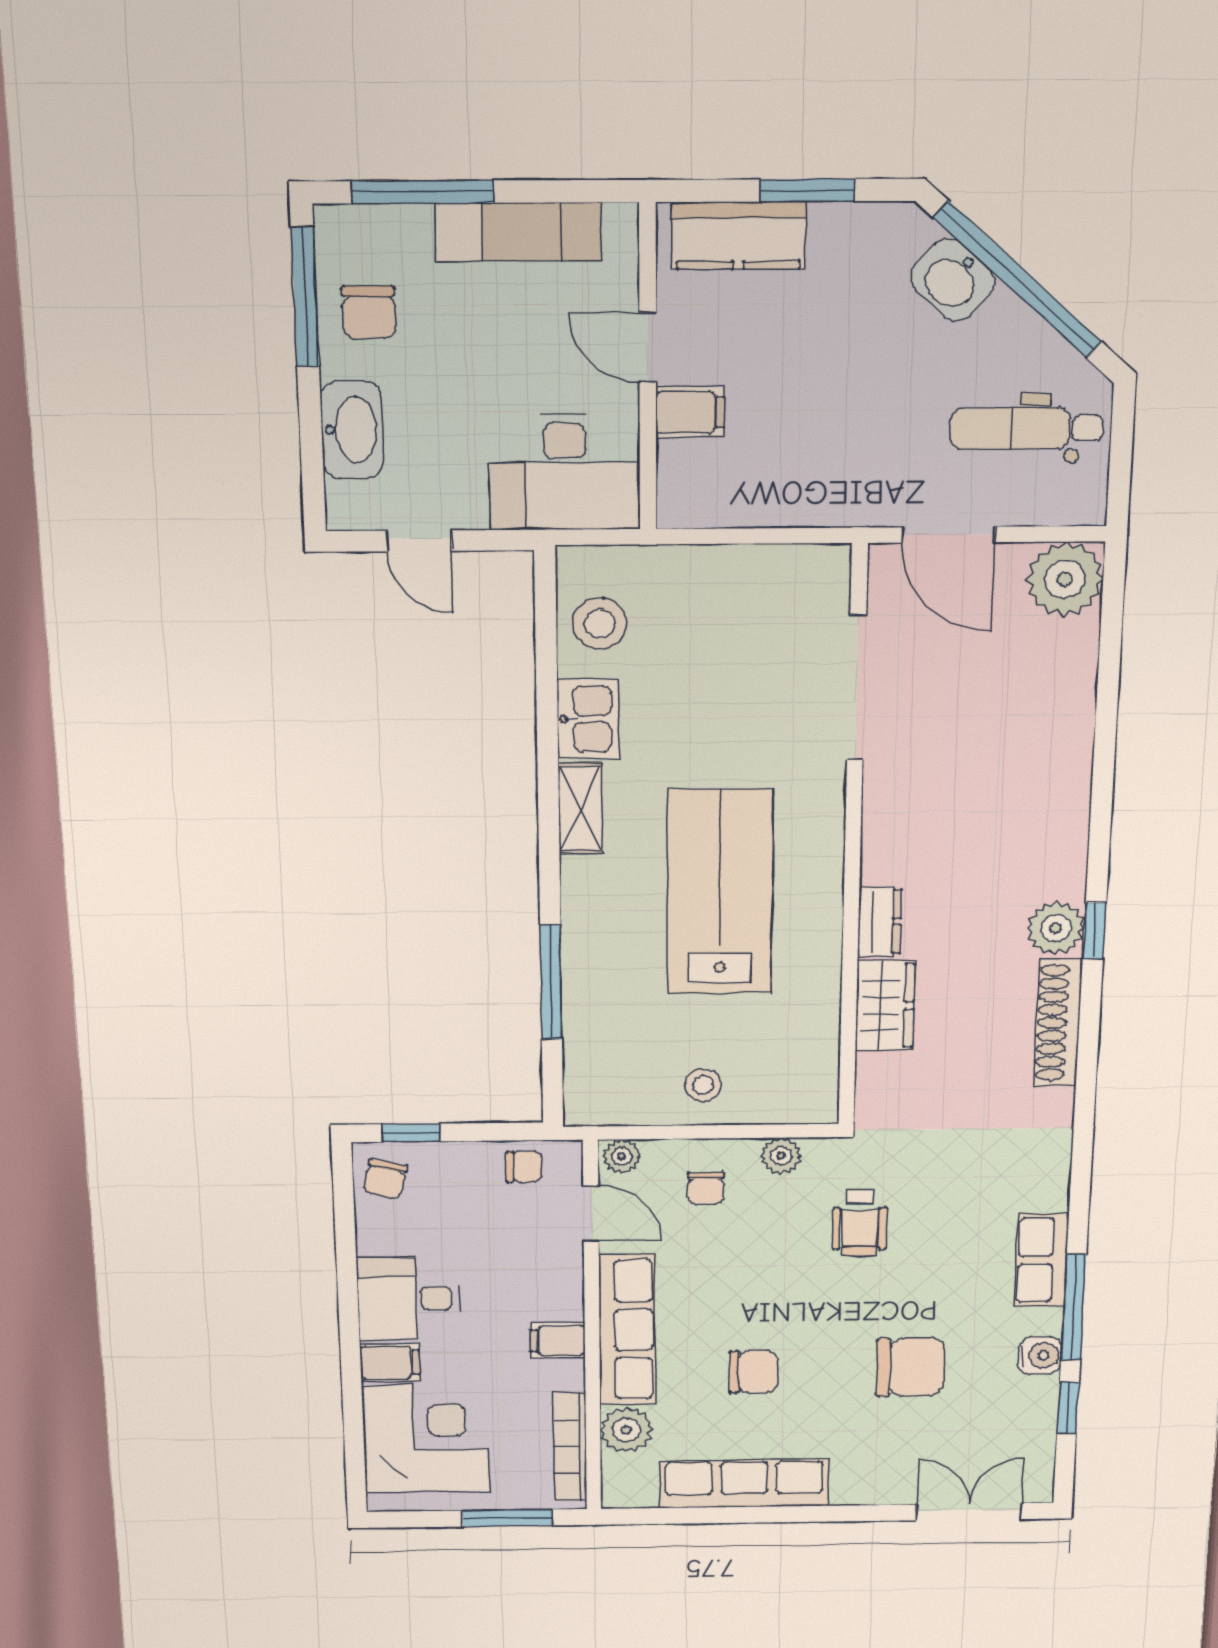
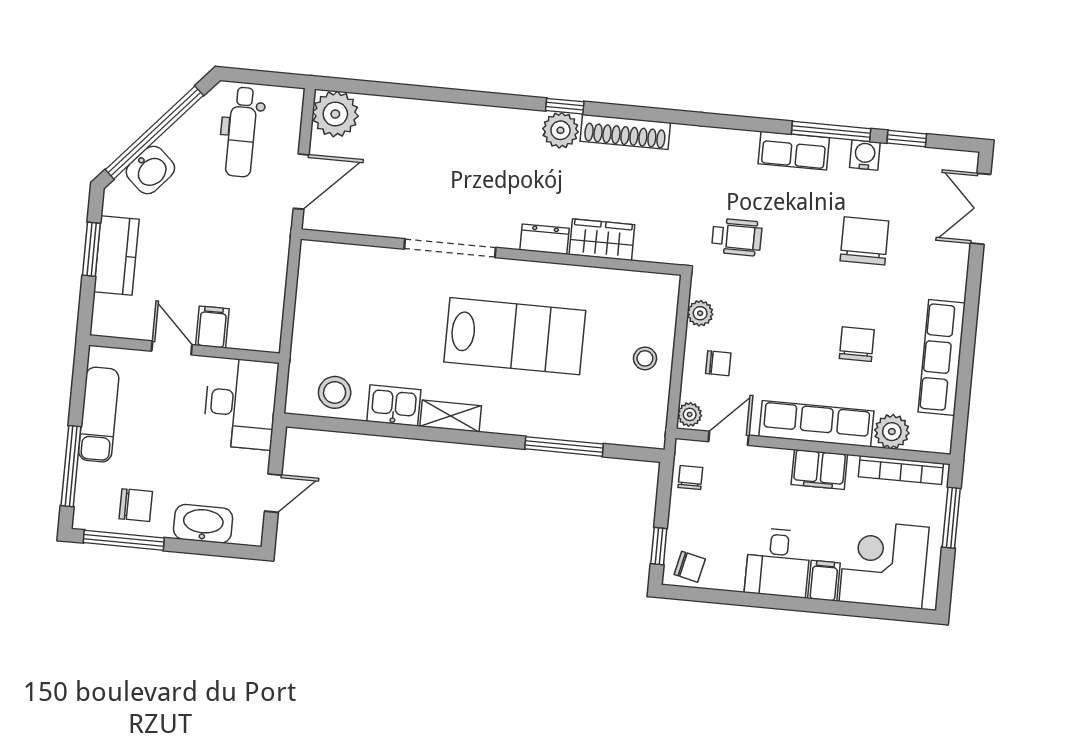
kitchen counter: (738, 236) -> (116, 255), moved
door: (648, 347) -> (172, 348), swing flipped
doorway: (856, 688) -> (450, 248), moved
lab bench: (720, 892) -> (515, 336), turned 180
wheelchair: (860, 1223) -> (737, 237), moved
filing cabinet: (558, 1340) -> (819, 469), width x2.00

